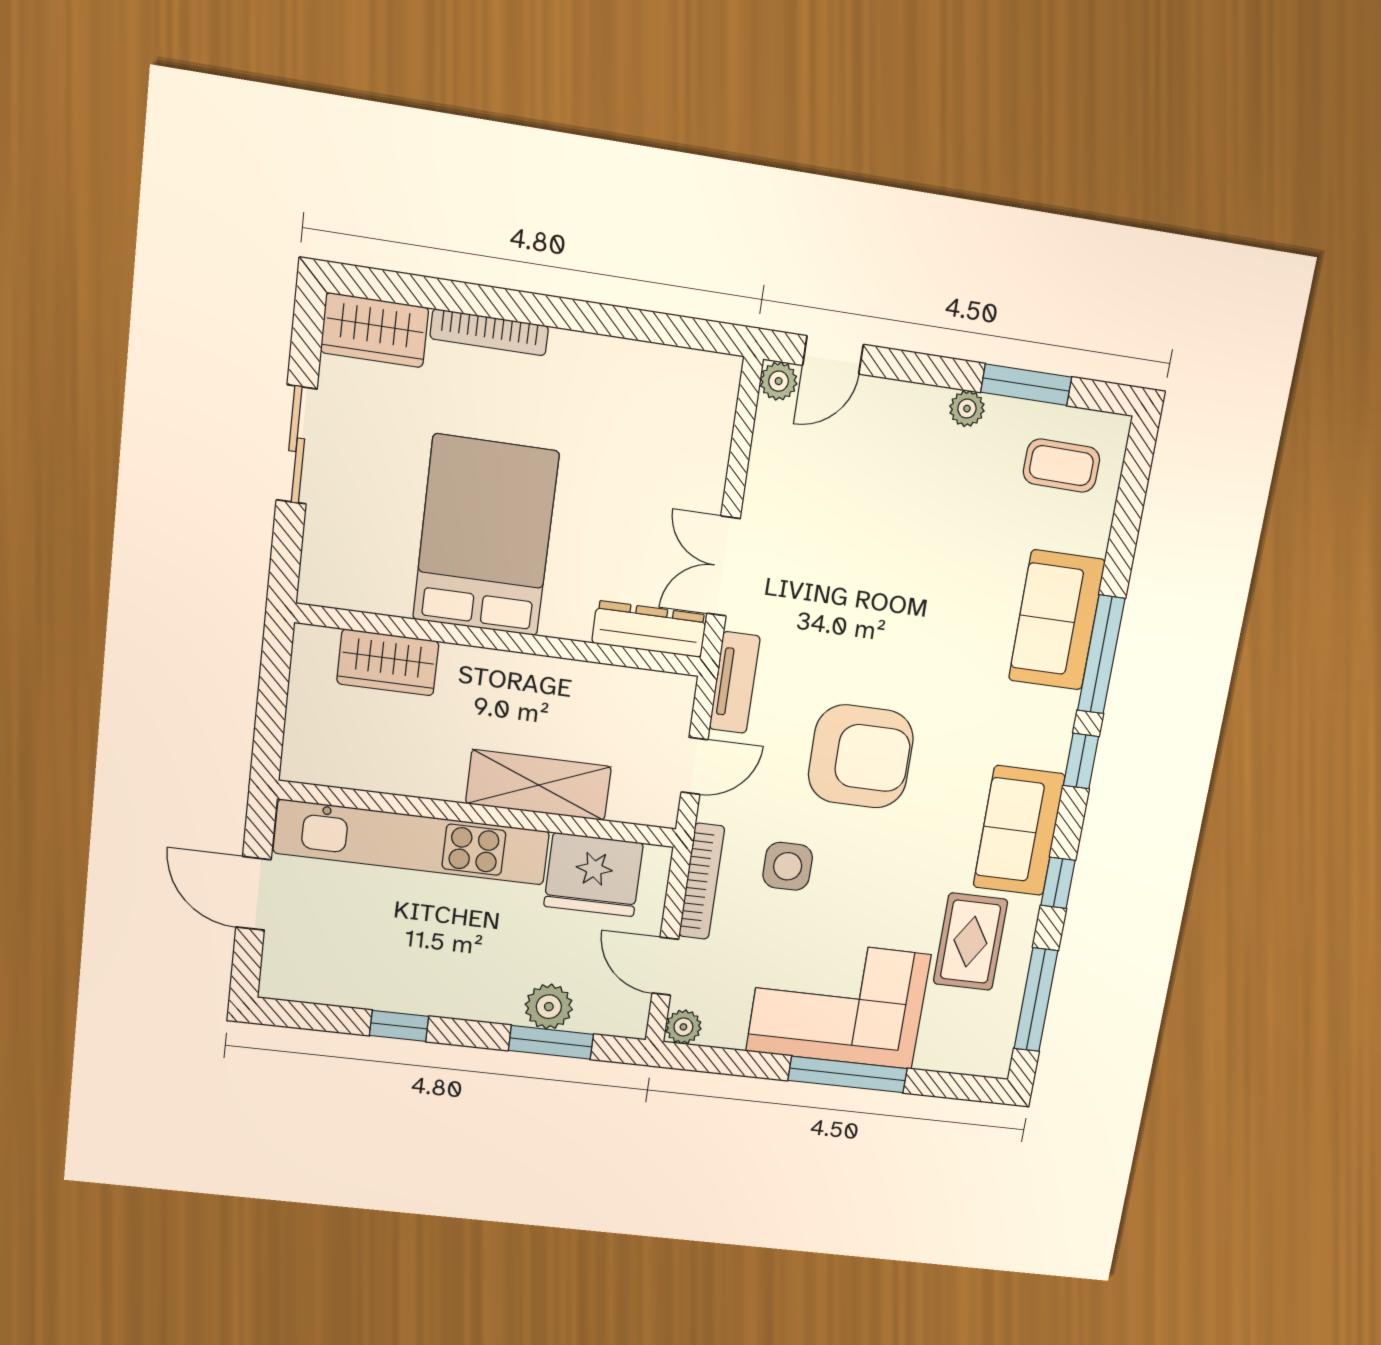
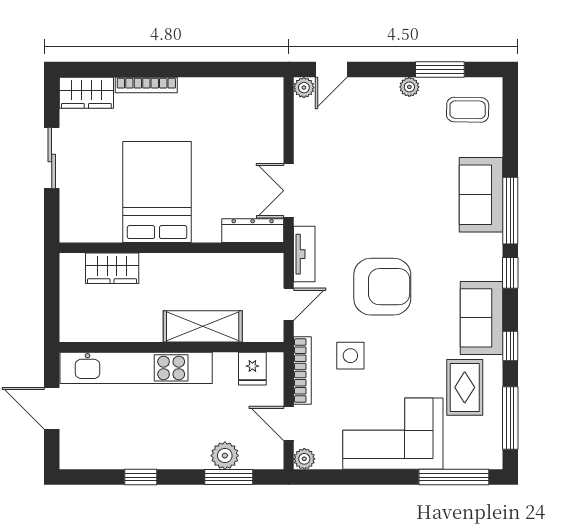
fridge: (593, 875) -> (252, 369), width x0.53, depth x0.75
window: (848, 1074) -> (454, 477), moved

